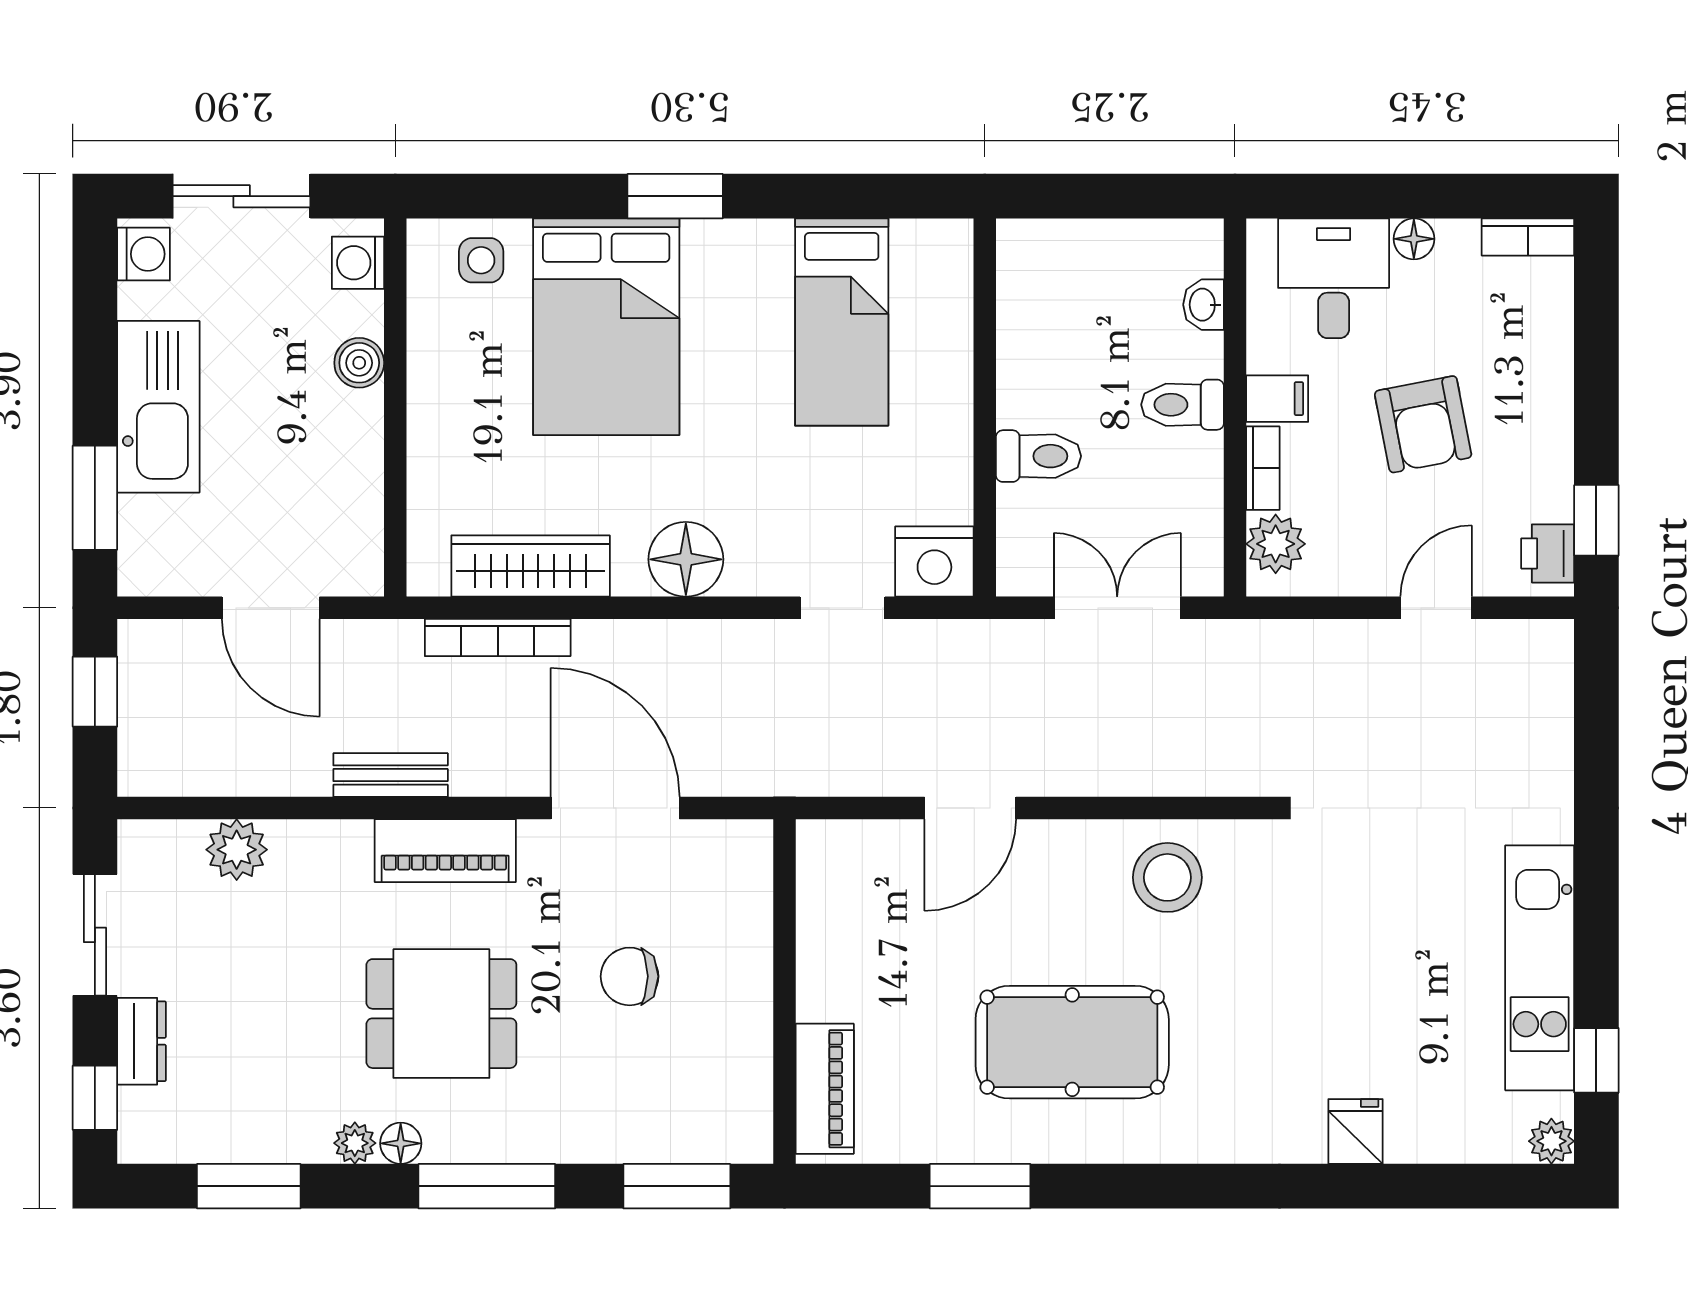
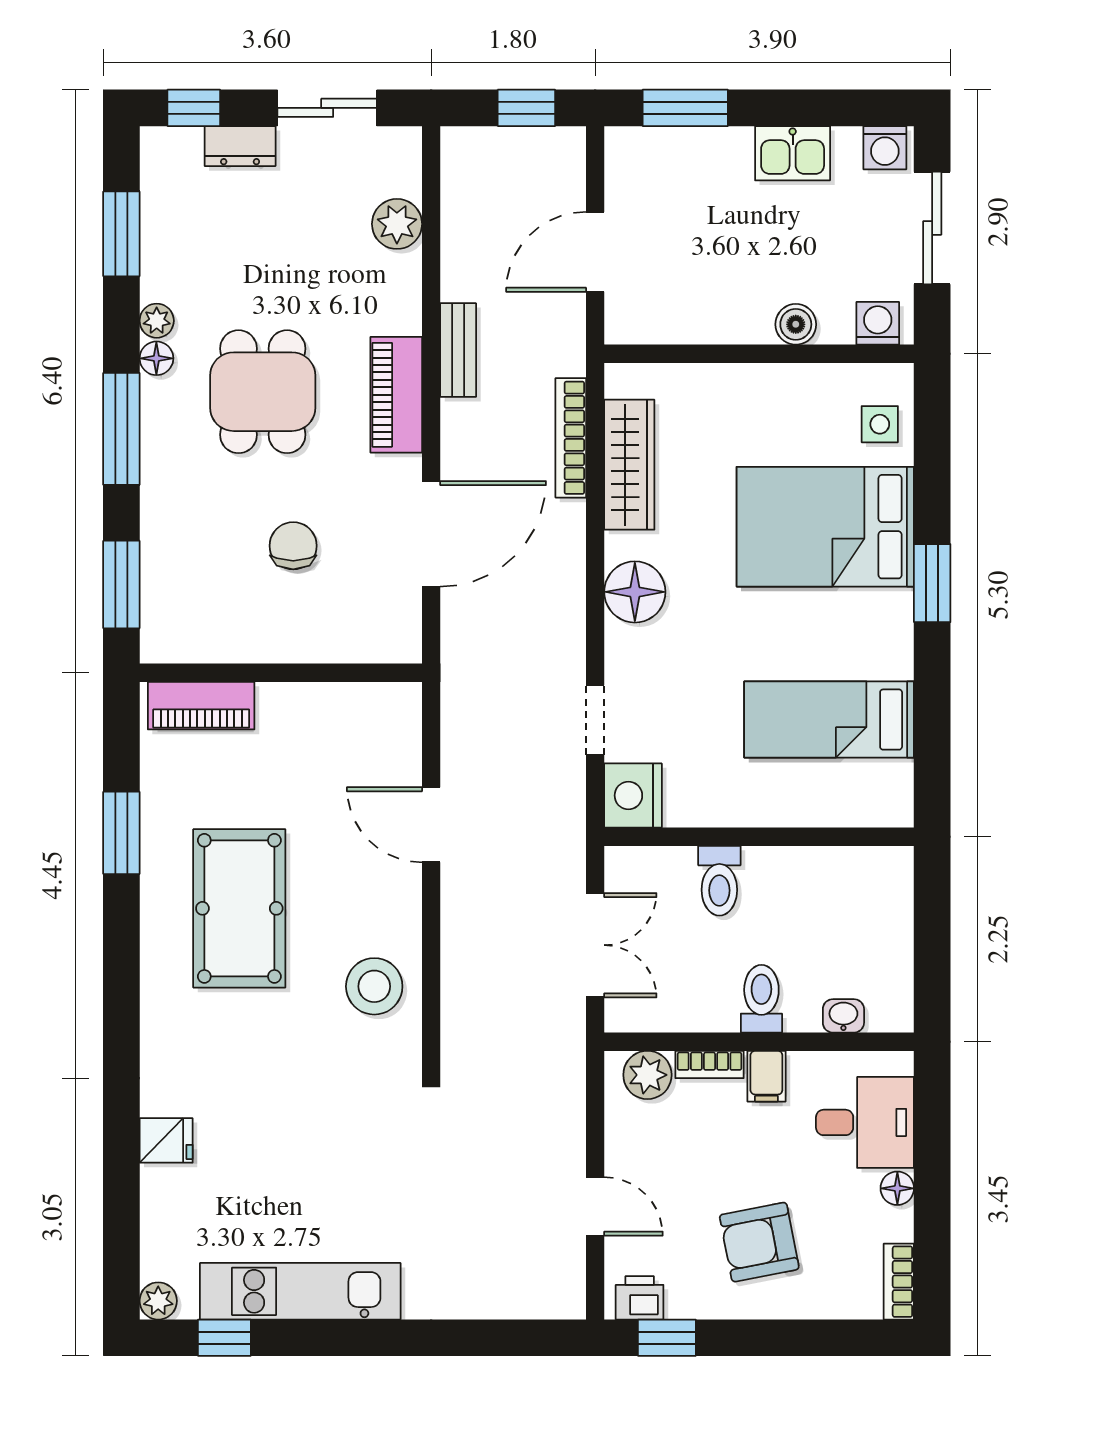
kitchen sink: (158, 407) -> (793, 153), width x0.53, depth x0.81
armchair: (1423, 424) -> (759, 1242), moved

